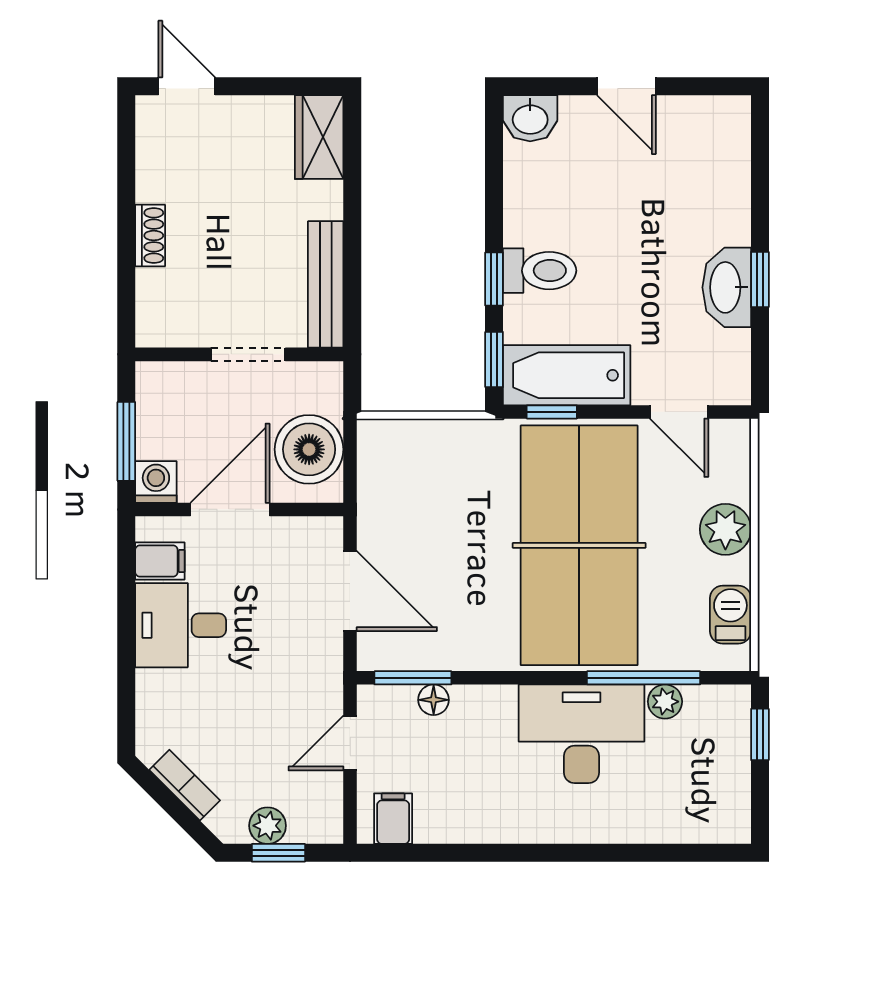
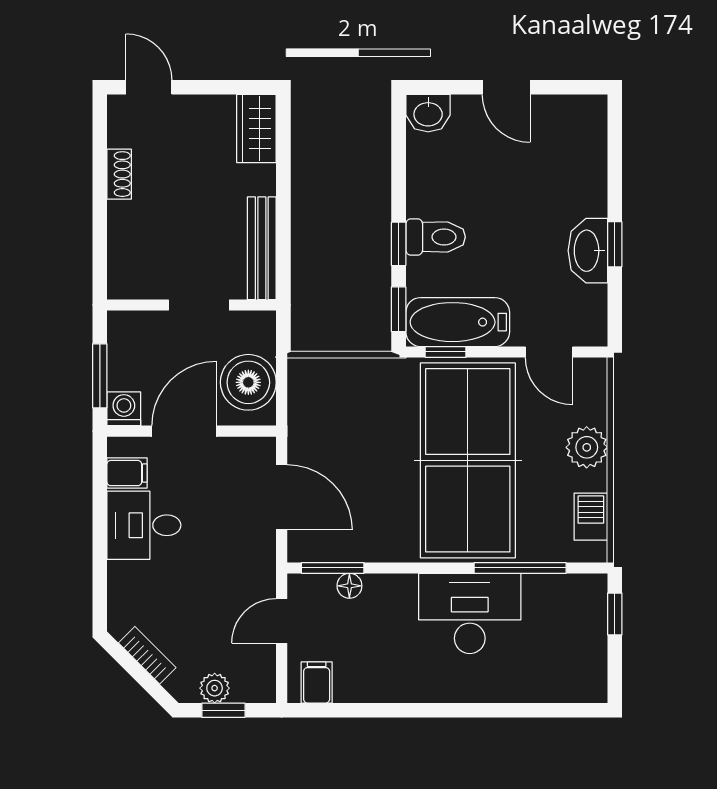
shoe rack: (150, 236) -> (119, 174), moved
plant: (665, 702) -> (538, 587), removed

